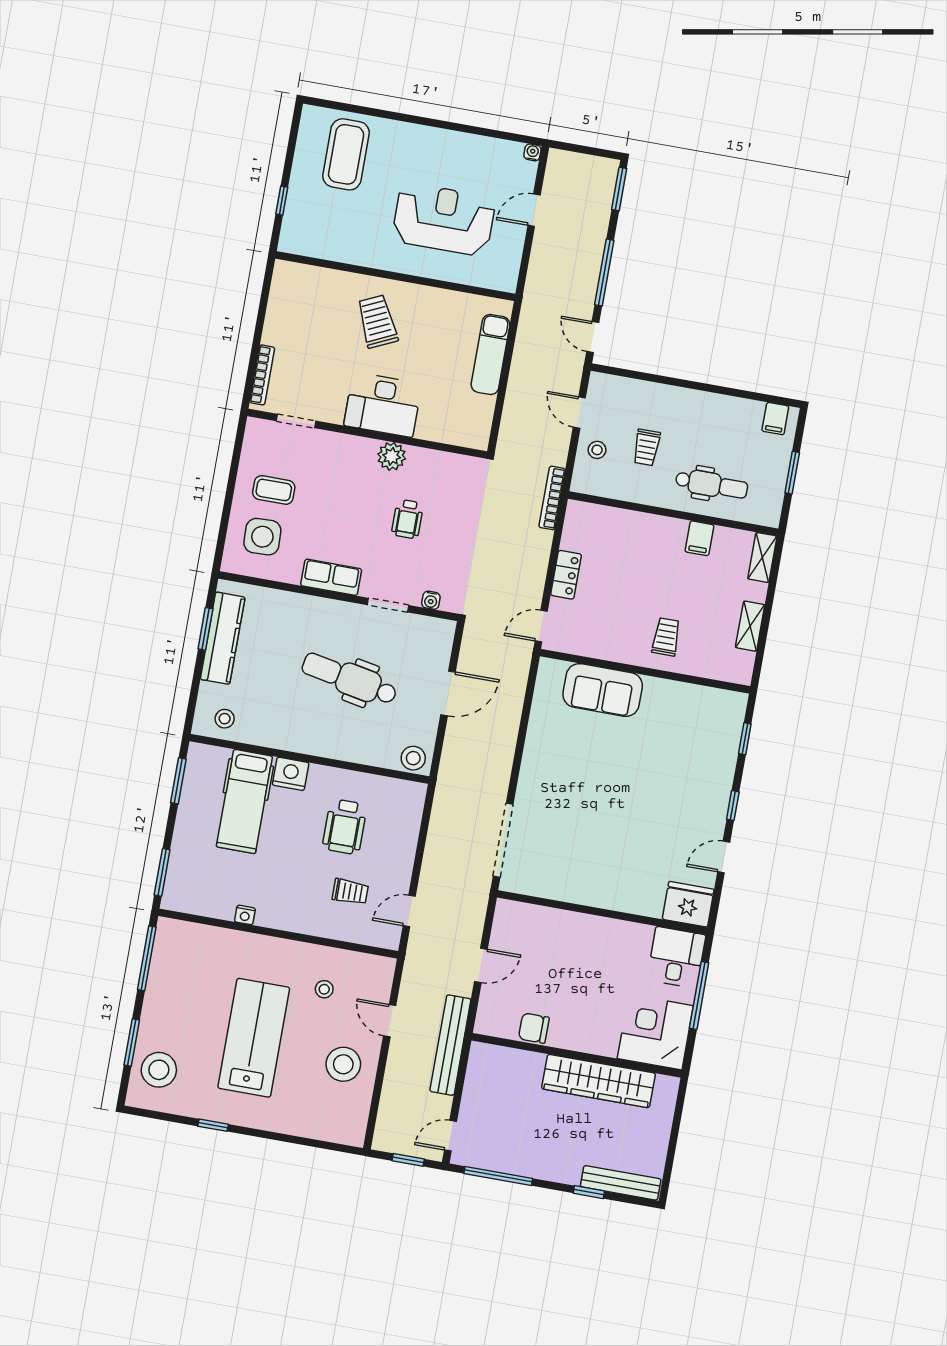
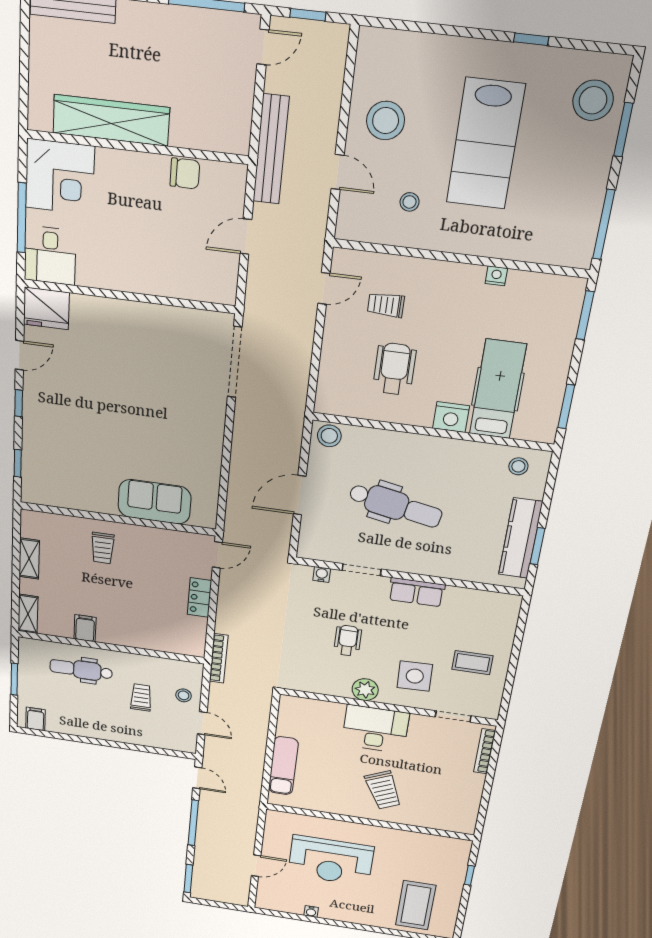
water cooler: (532, 152) -> (311, 912), moved
side table: (262, 537) -> (415, 676), moved

